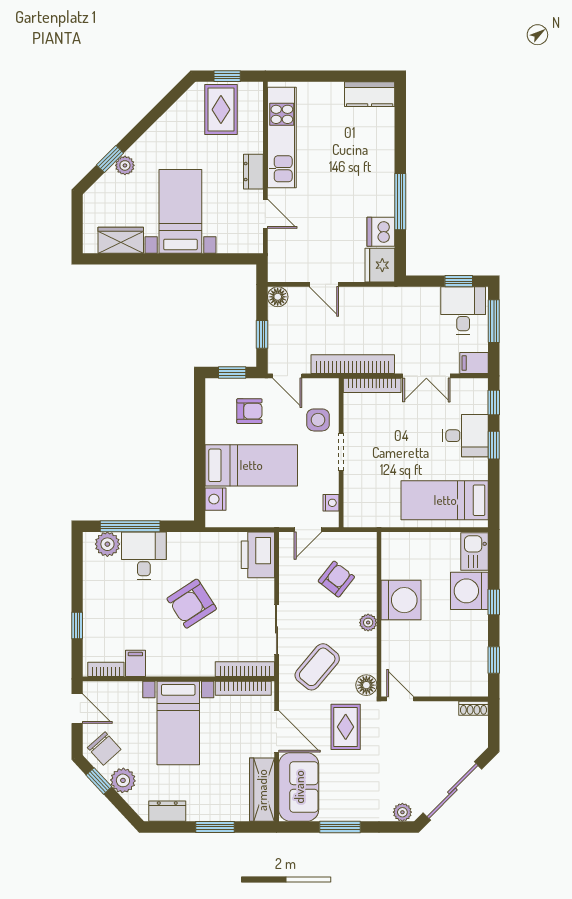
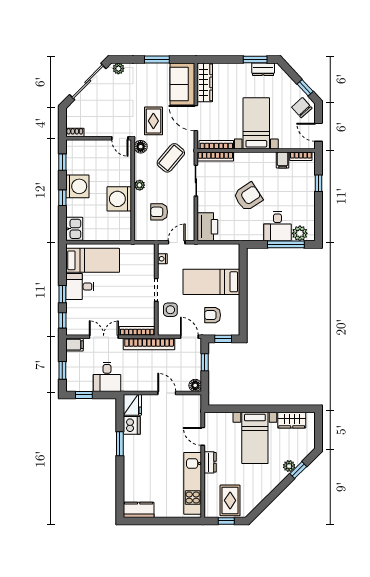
window: (400, 202) -> (120, 444), width x0.69
desk: (463, 311) -> (107, 377), moved
window: (494, 321) -> (62, 370), width x0.67
desk: (465, 436) -> (80, 287), moved
nightstand: (216, 499) -> (233, 261), removed
armchair: (336, 579) -> (159, 212), turned 52
washing machine: (469, 591) -> (77, 186), moved
plant: (123, 780) -> (290, 88), removed
window: (215, 827) -> (255, 59), moved

